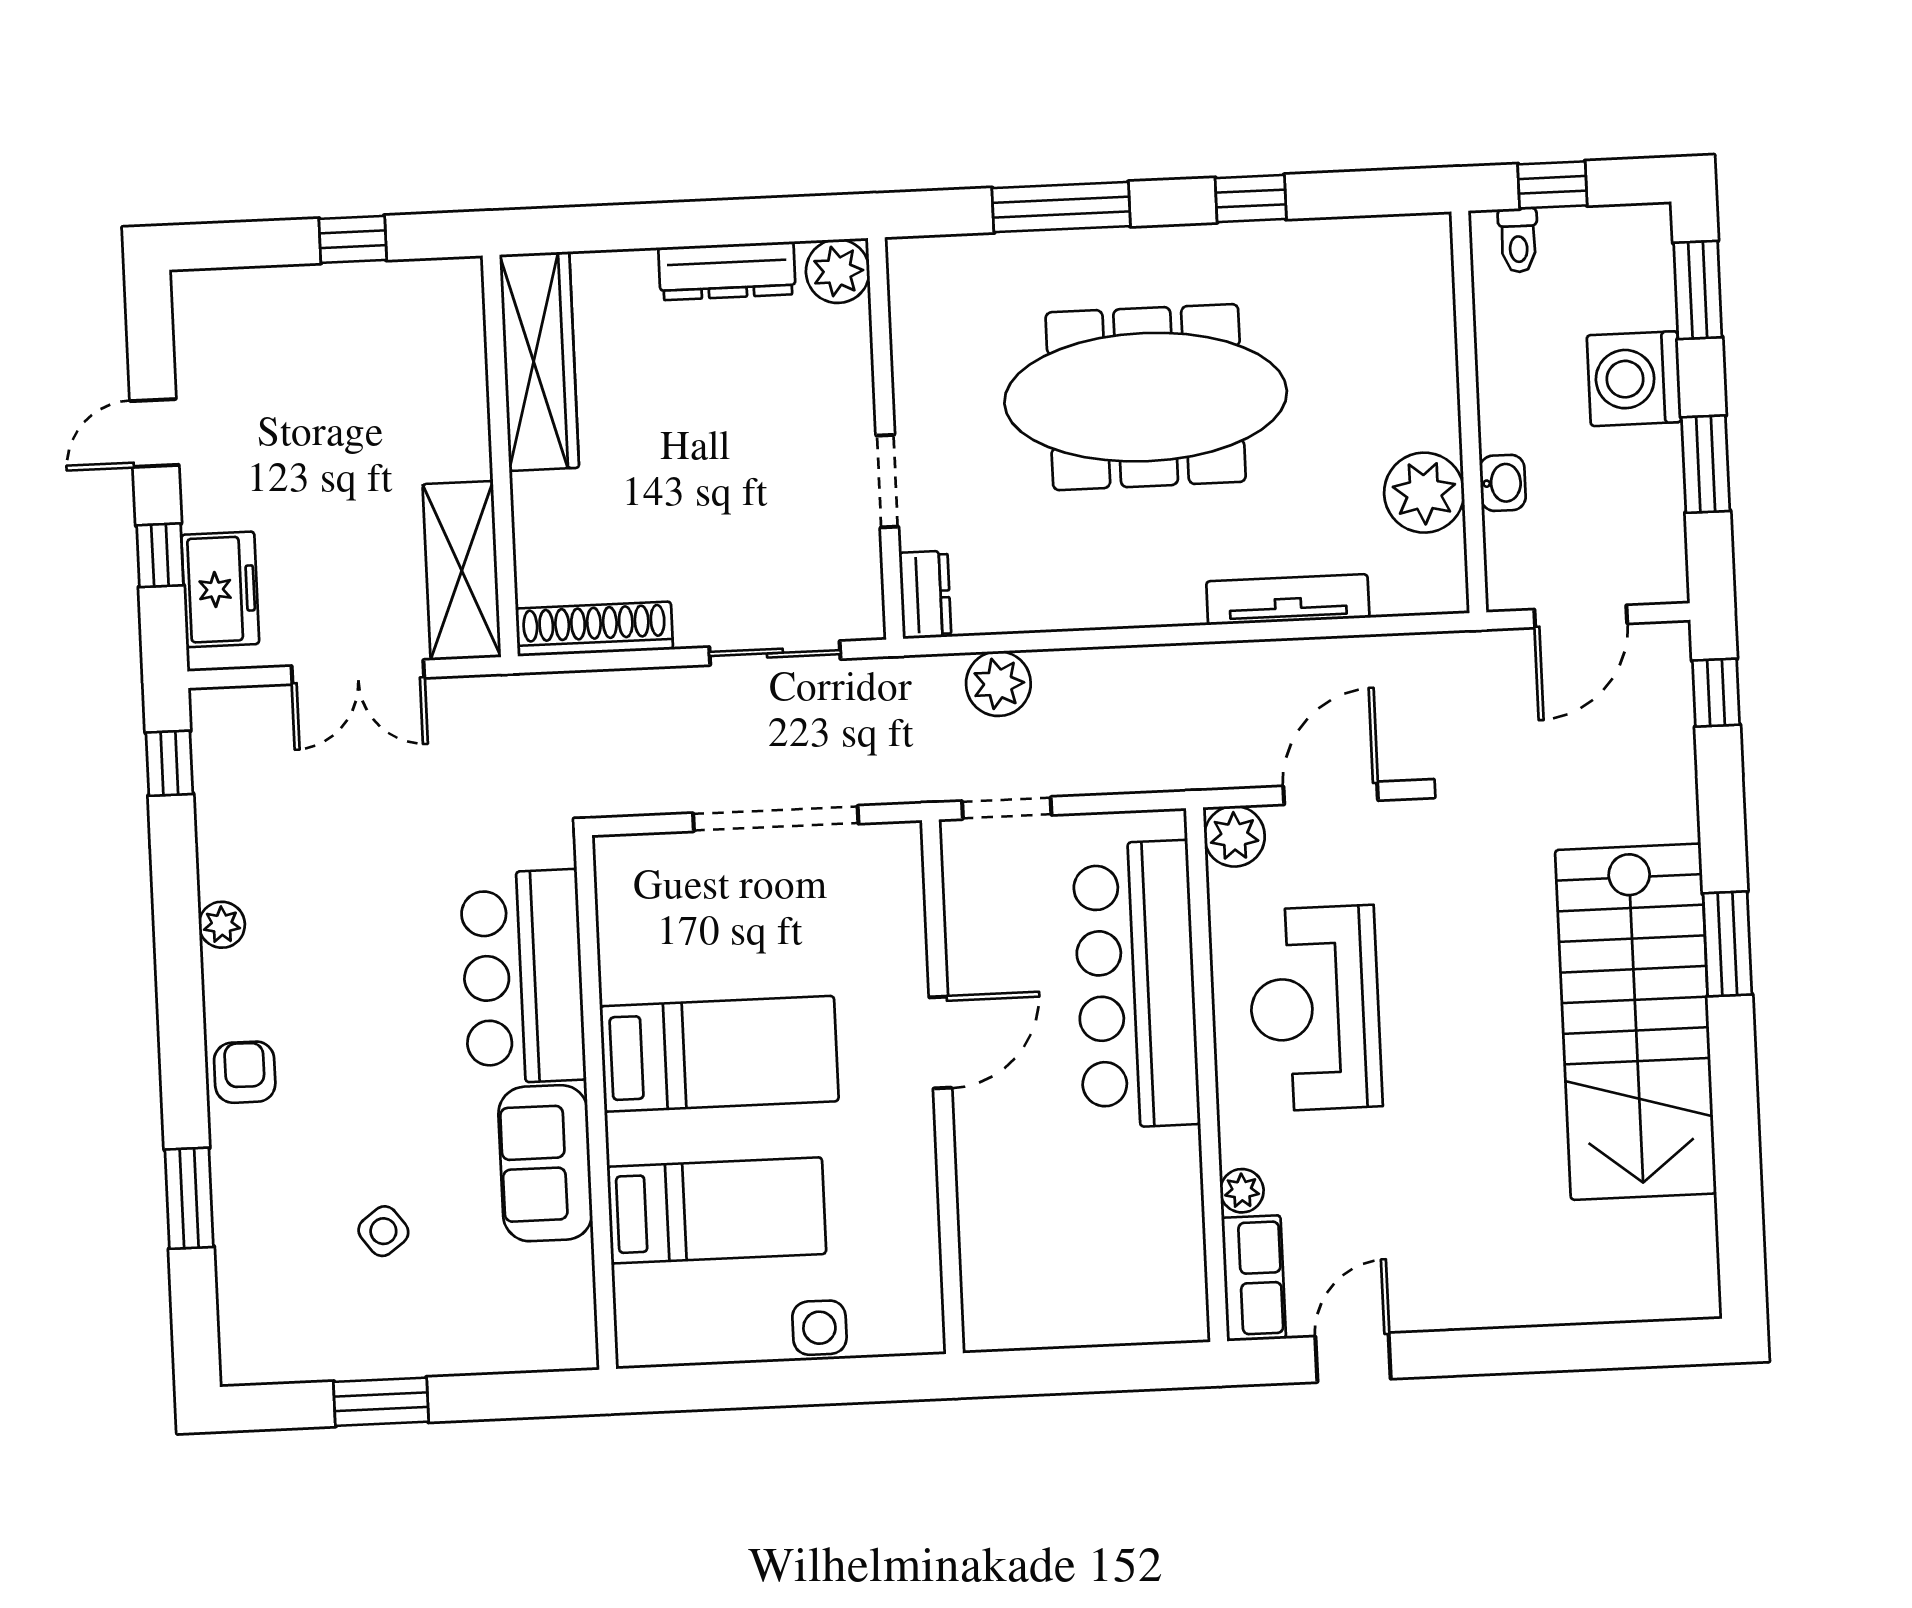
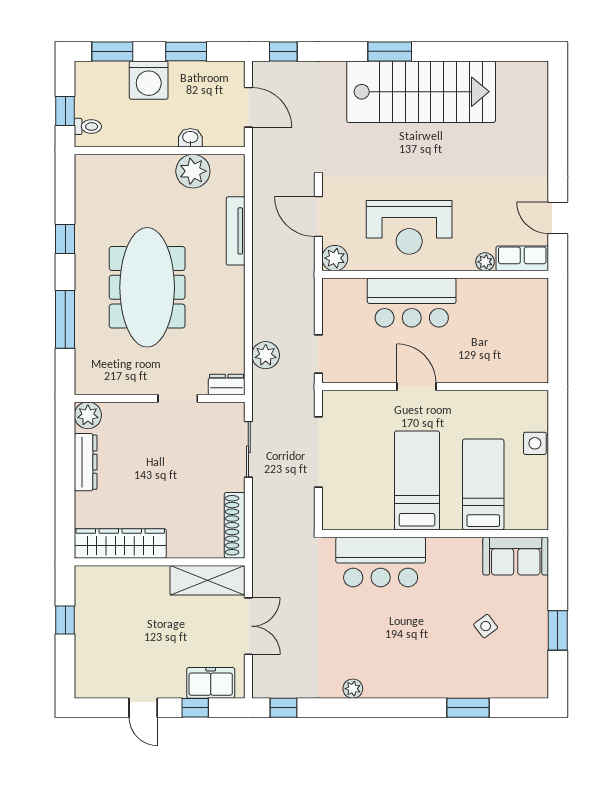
bar counter: (1136, 984) -> (412, 303), width x0.73
armchair: (245, 1072) -> (416, 682), removed
sofa: (545, 1163) -> (516, 556), moved

